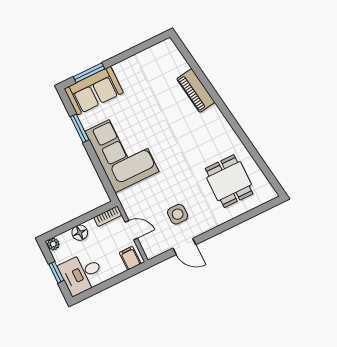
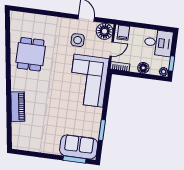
corner sofa: (122, 151) -> (88, 81), moved
dining table: (229, 181) -> (31, 54), moved
door: (131, 230) -> (112, 49), swing flipped
floor lamp: (153, 245) -> (105, 31), added
window: (56, 272) -> (172, 63), moved

